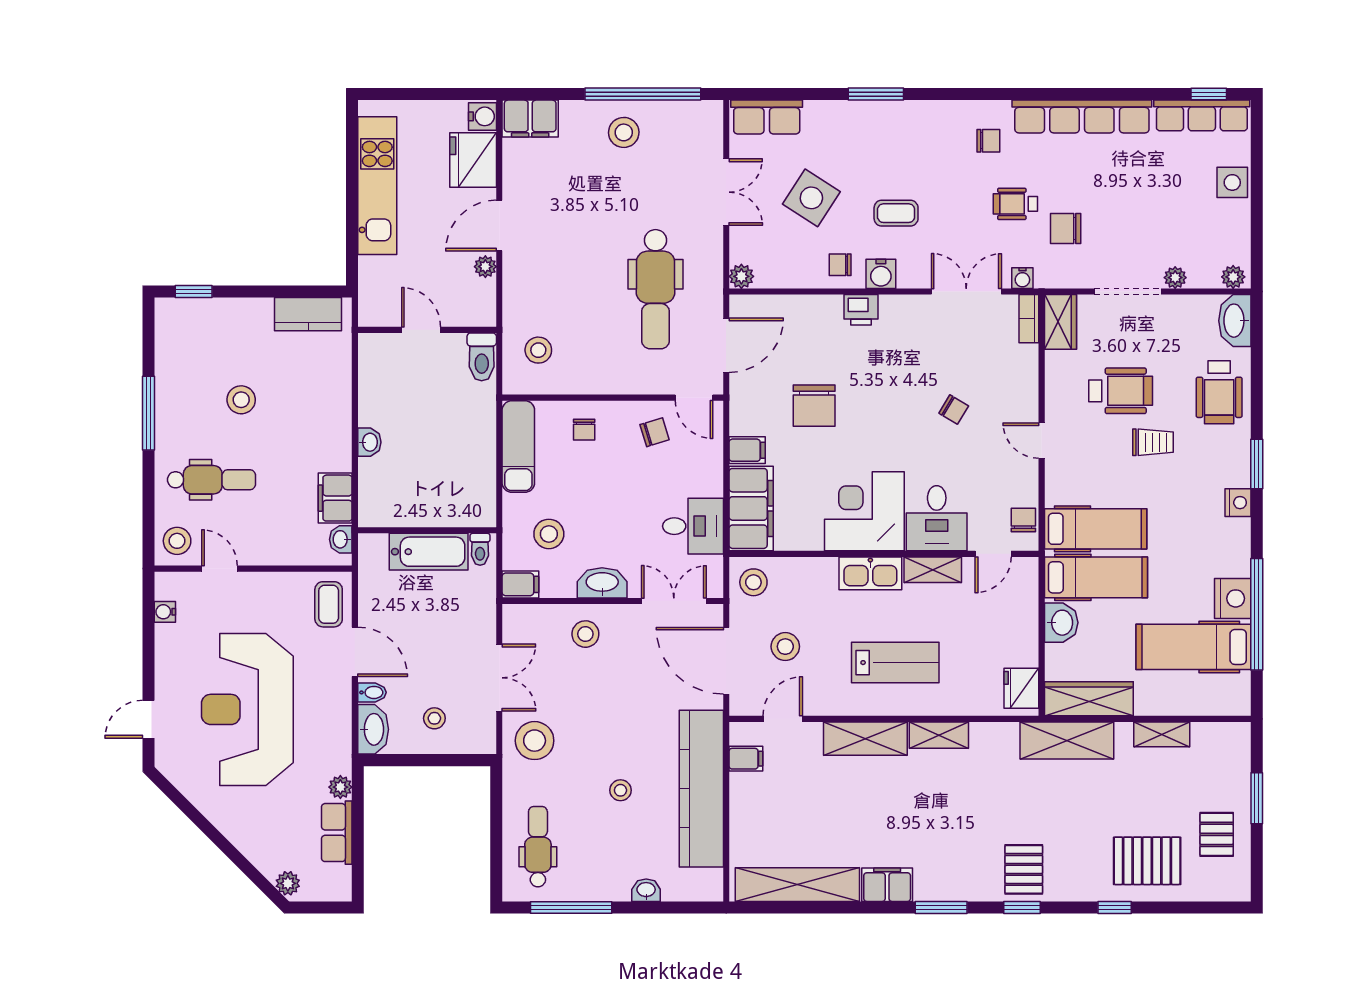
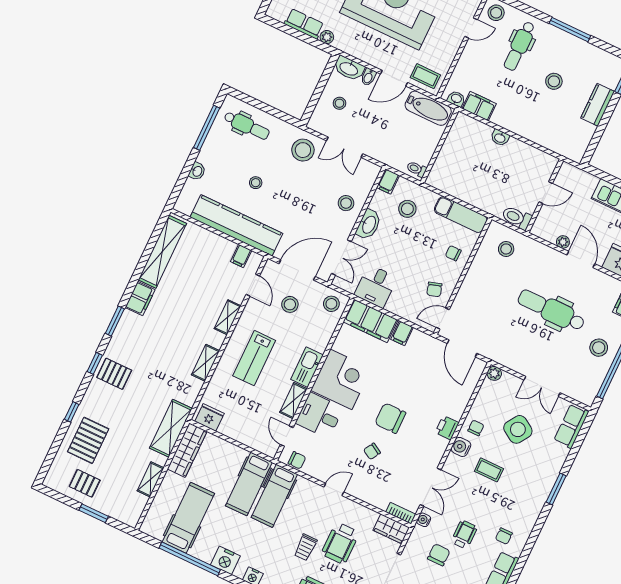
coffee table: (896, 213) -> (489, 470), turned 90
dental chair: (656, 289) -> (551, 310), moved
kitchen counter: (308, 314) -> (598, 105), moved
chair: (814, 406) -> (390, 418), moved
bathtub: (429, 552) -> (428, 108), moved, turned -90
nightstand: (1233, 598) -> (225, 560), moved
washbasin: (1061, 623) -> (234, 455), removed
shelving: (865, 739) -> (228, 317), width x0.67, depth x0.75

